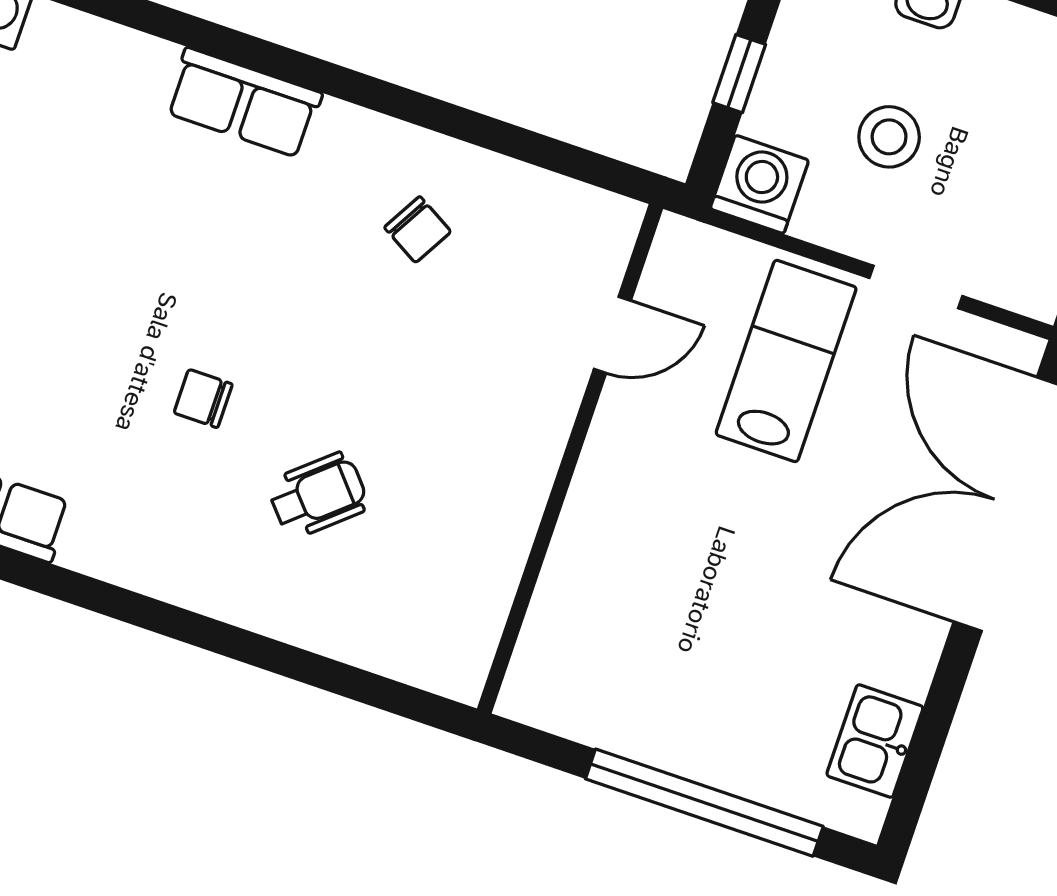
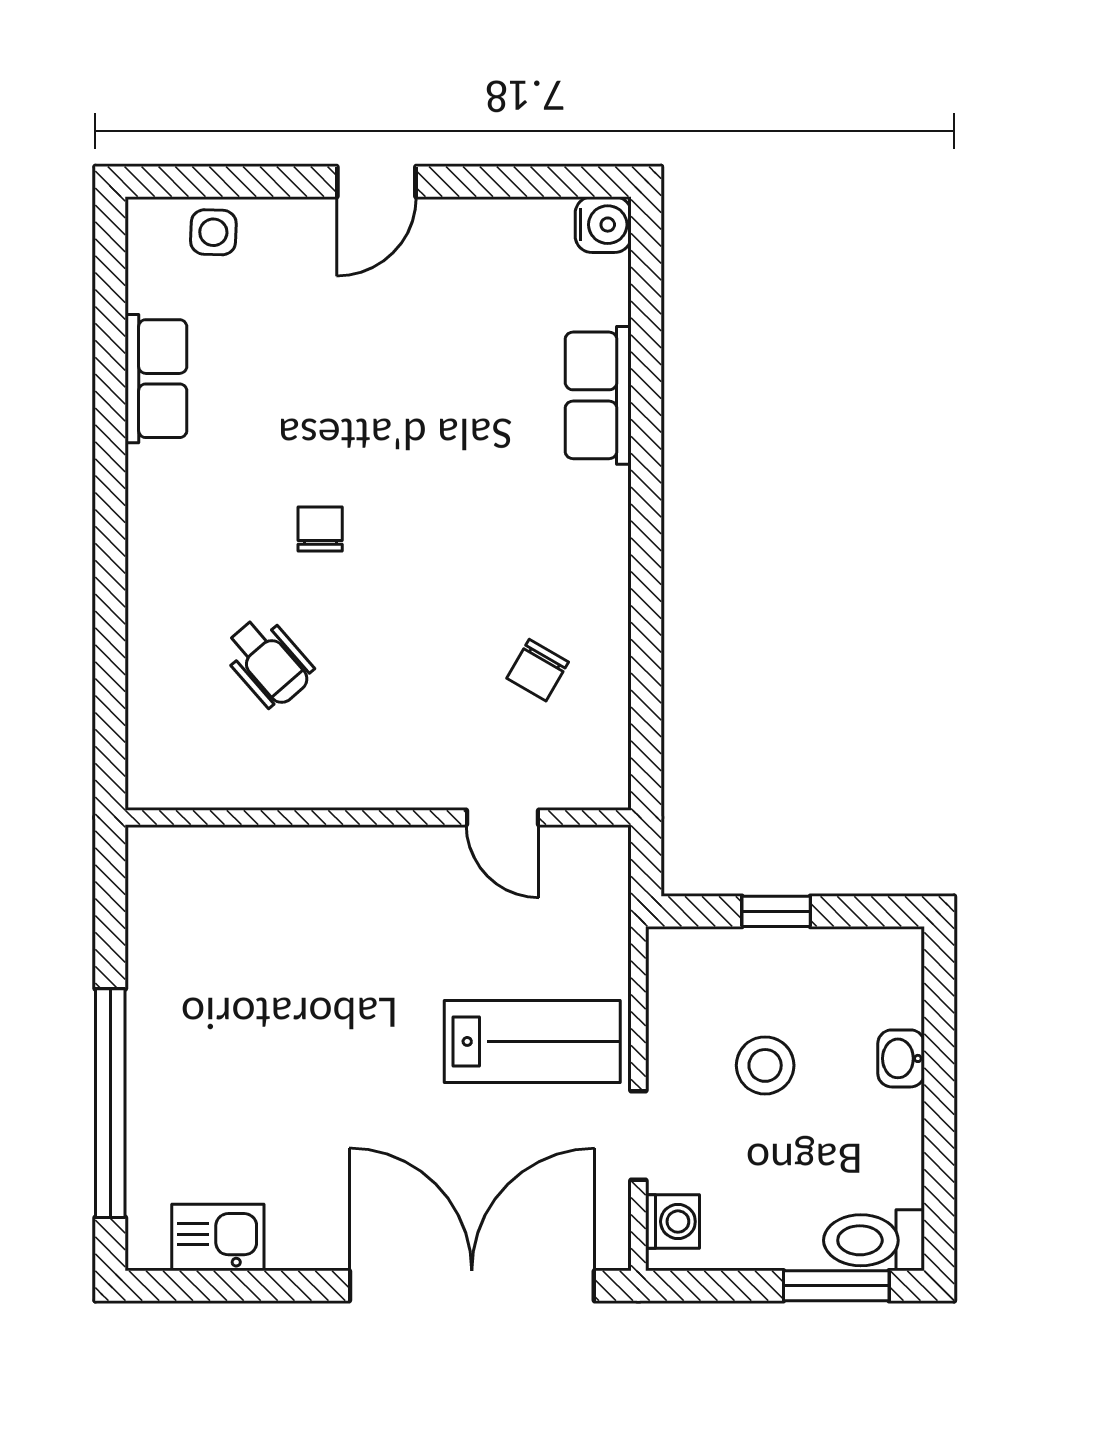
row of seats: (243, 103) -> (598, 395), moved
washing machine: (759, 184) -> (673, 1222), moved, width x0.73, depth x0.73
door: (612, 335) -> (503, 817), moved
wall: (570, 459) -> (378, 817), moved

